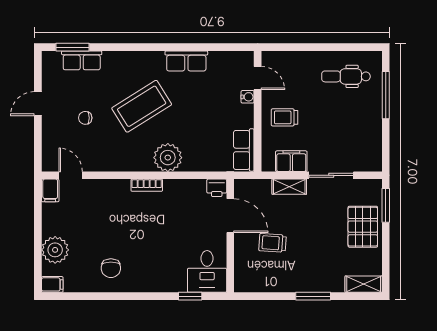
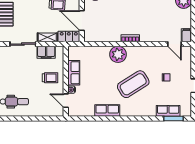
row of seats: (244, 150) -> (74, 73), moved
printer: (217, 188) -> (90, 37), removed
locker: (252, 188) -> (69, 37), added

